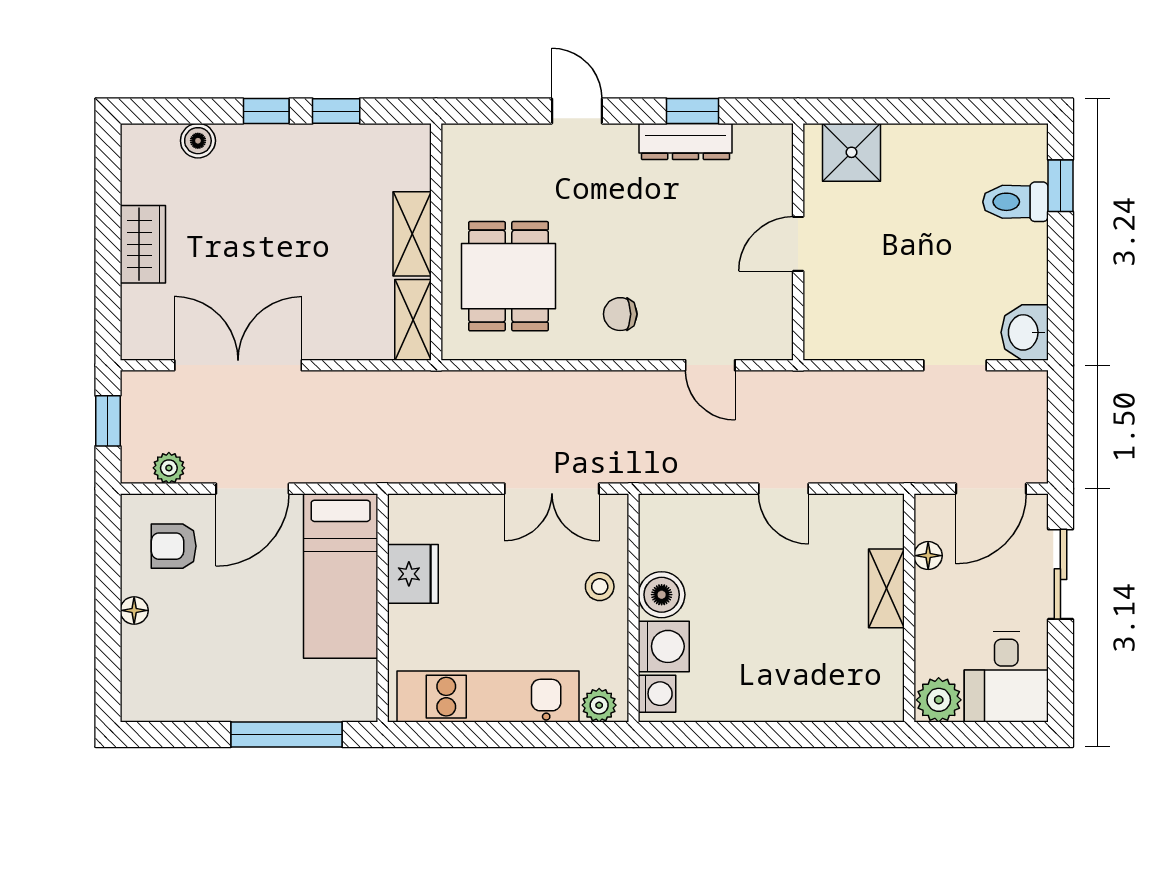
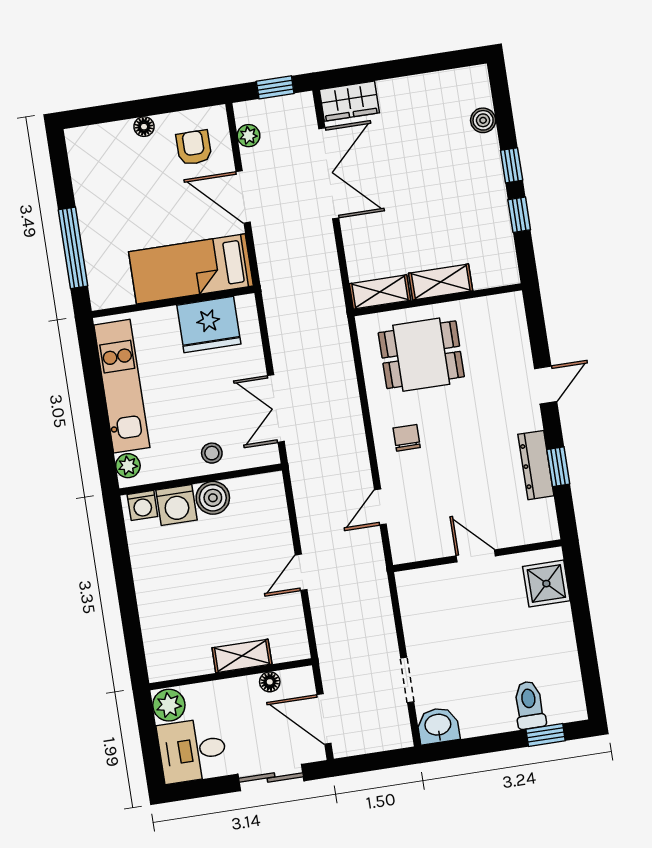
wardrobe: (143, 244) -> (349, 101), moved
fridge: (413, 574) -> (209, 325), width x1.36, depth x1.34

